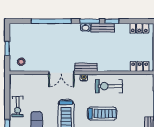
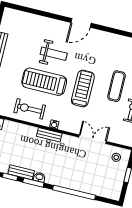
double door: (61, 73) -> (93, 139), moved
exercise bike: (109, 86) -> (30, 109), turned 180
treadmill: (102, 114) -> (44, 82), width x1.37, depth x1.38

